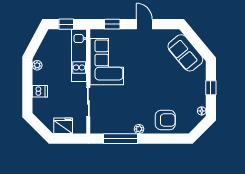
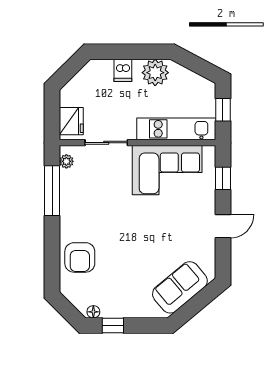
plant: (37, 65) -> (155, 73), width x1.88, depth x1.88
window: (211, 88) -> (113, 325), moved
fridge: (63, 126) -> (71, 121), moved
plant: (139, 129) -> (66, 161), moved

